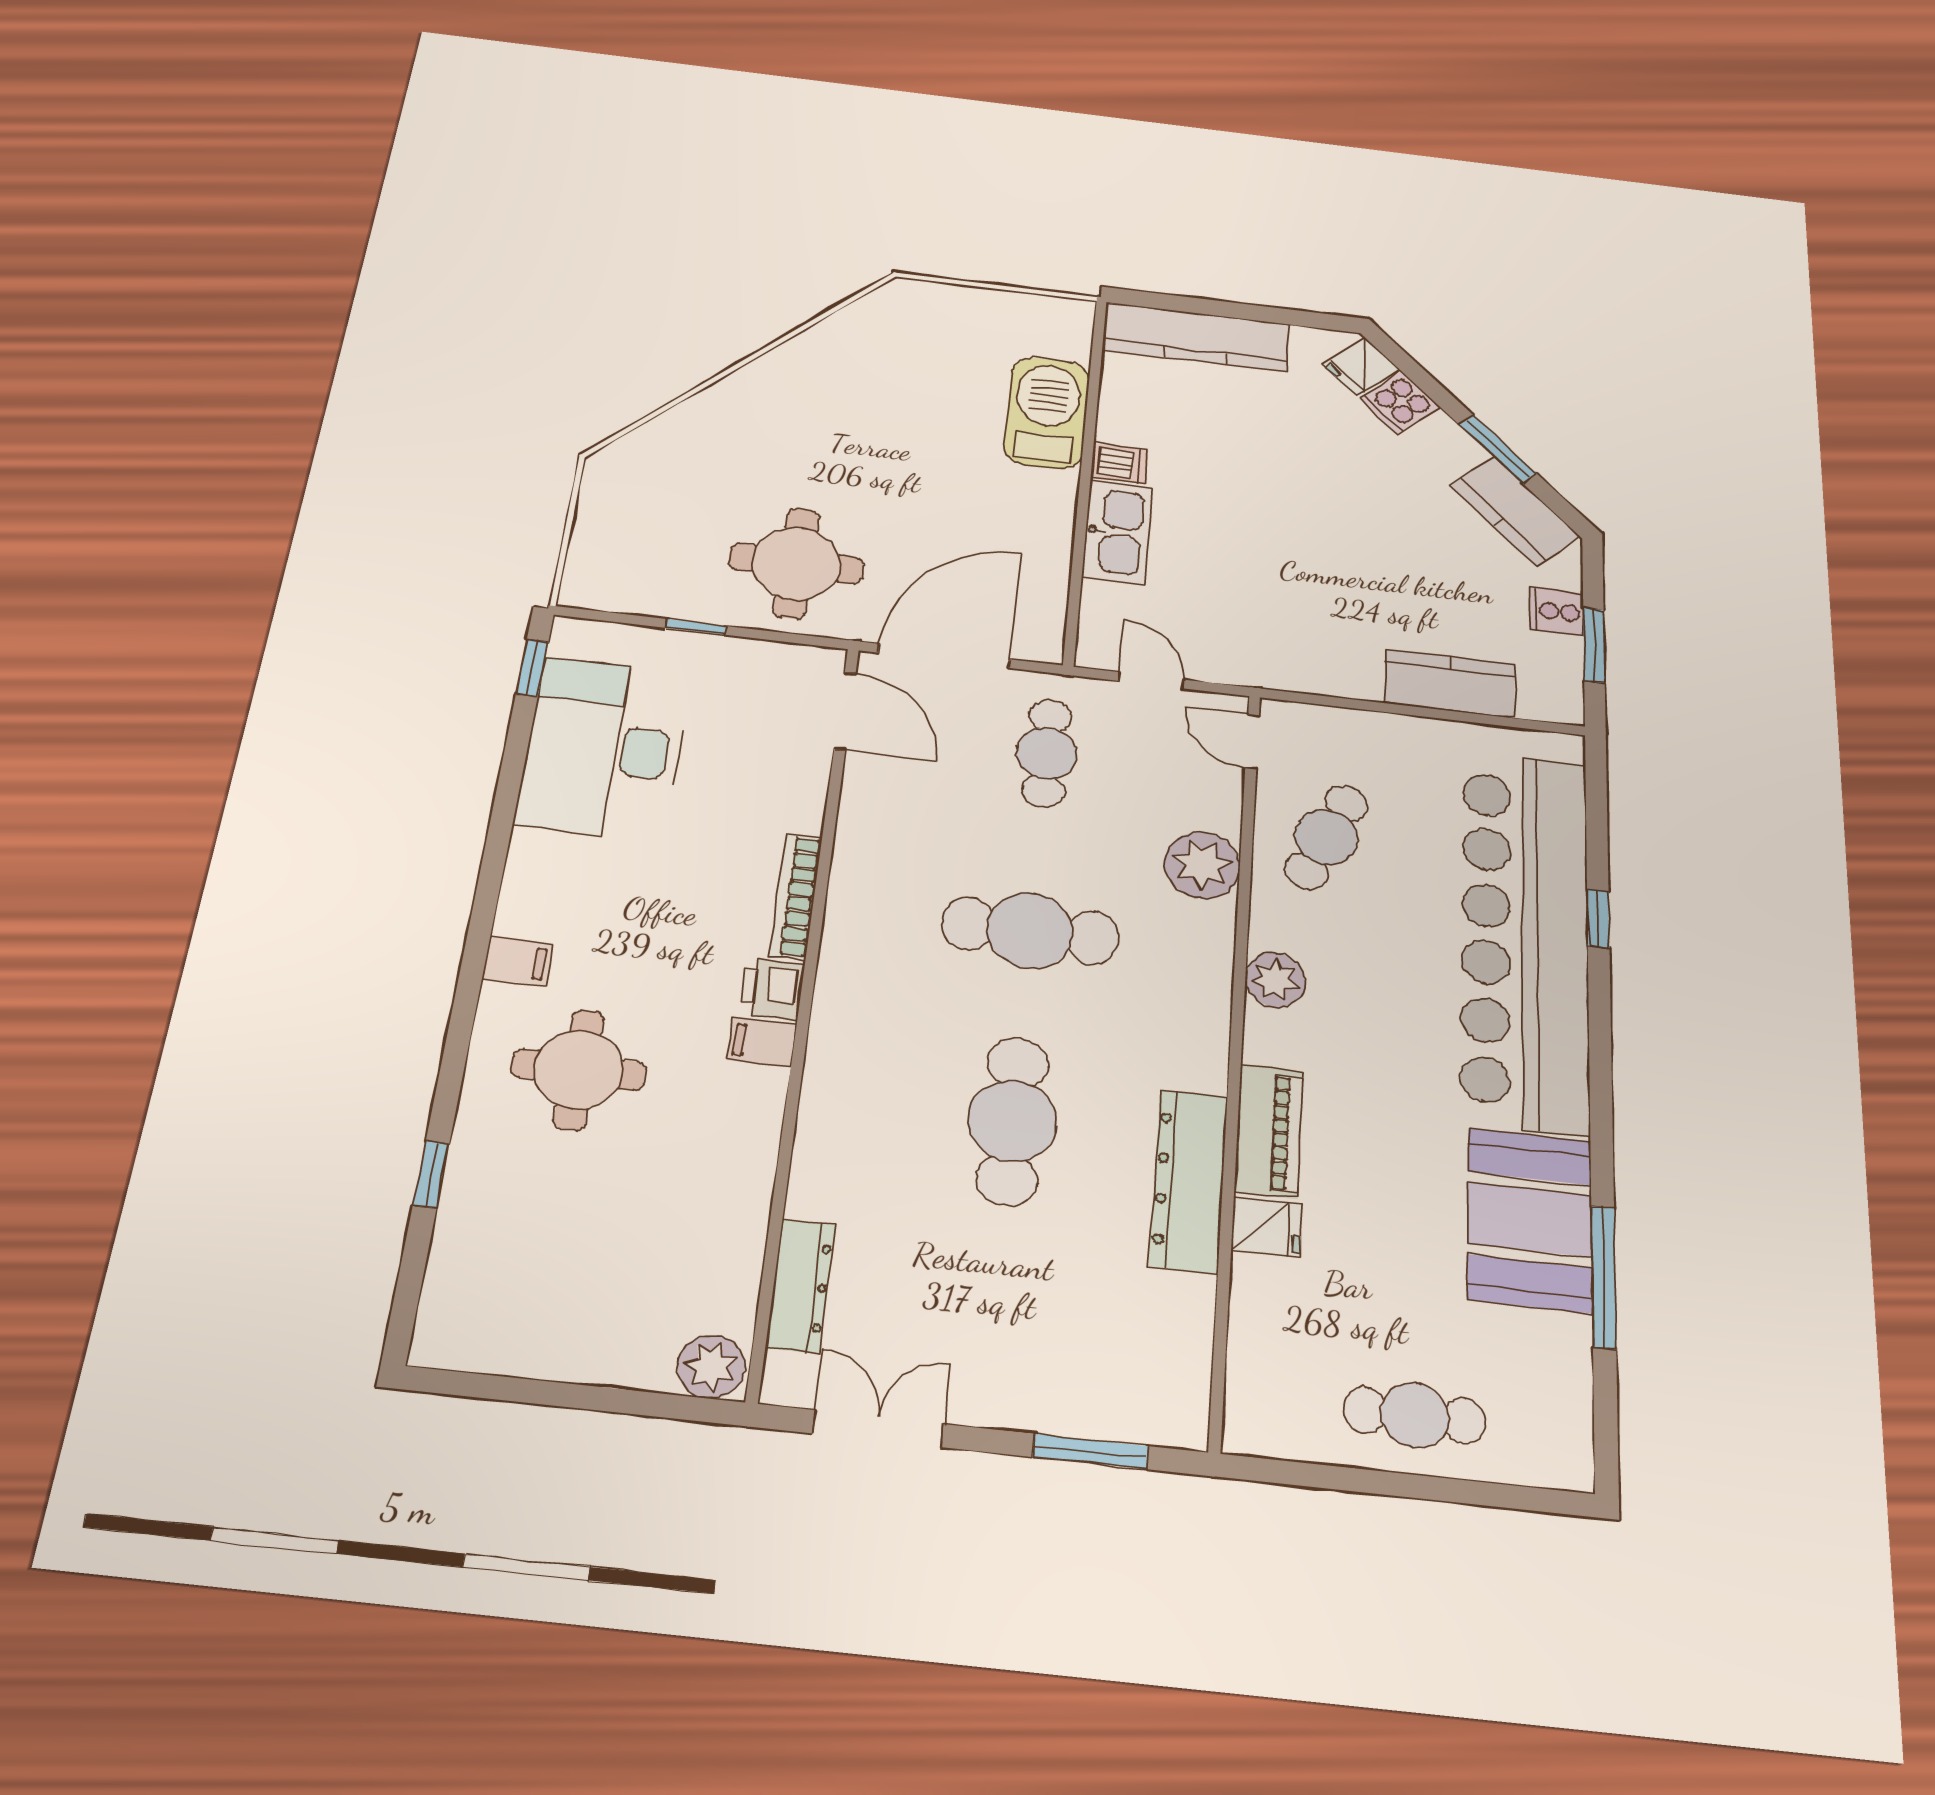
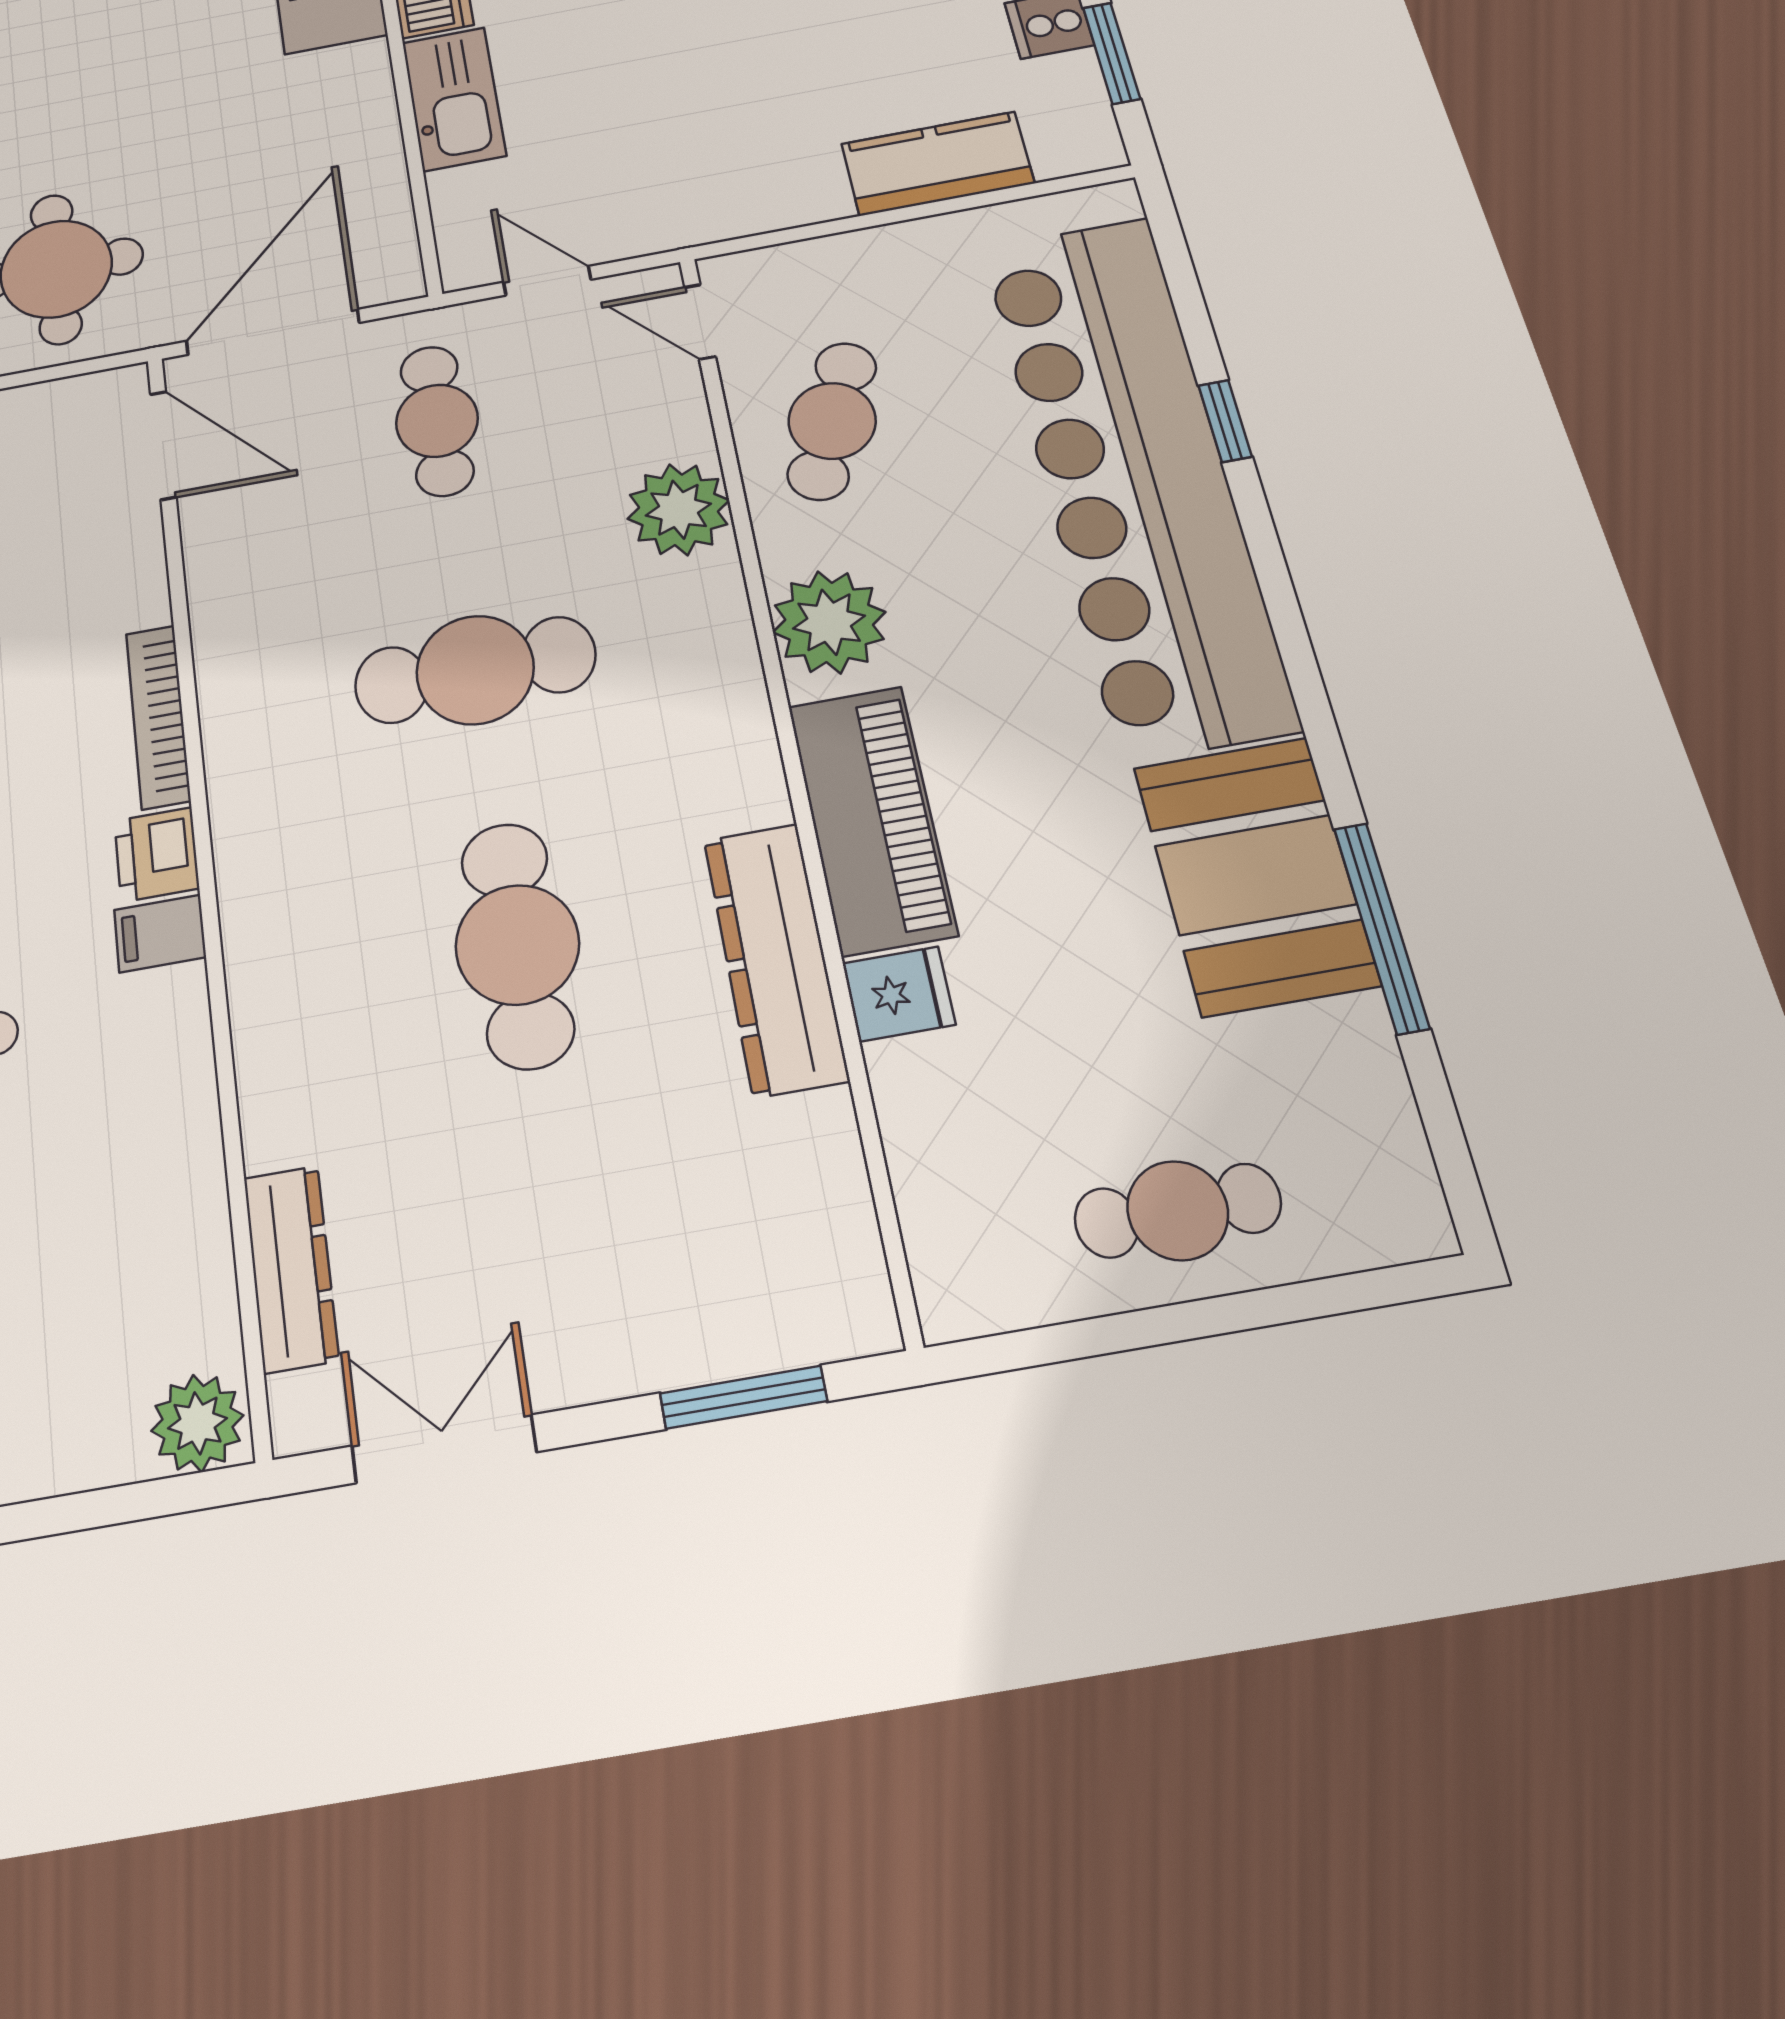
plant: (1275, 980) -> (829, 622), width x1.36, depth x1.36
piano: (1269, 1131) -> (872, 819), width x1.37, depth x1.33

